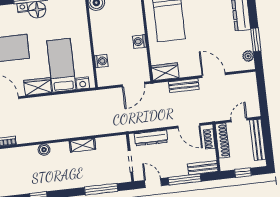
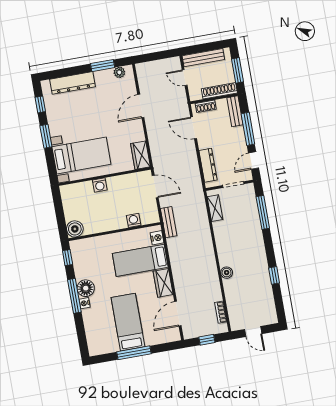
washing machine: (139, 41) -> (100, 185), moved
bench: (184, 86) -> (169, 222), moved
door: (189, 126) -> (194, 128), swing flipped
shoe rack: (222, 141) -> (219, 91), moved
shelving: (82, 145) -> (215, 208), moved
window: (243, 173) -> (238, 70), width x1.50

